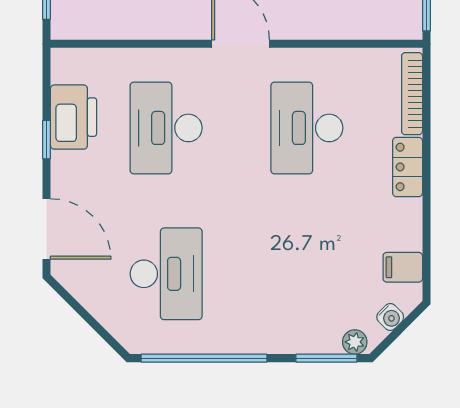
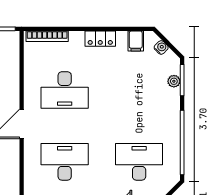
desk: (166, 128) -> (65, 162), turned 180
locker: (408, 167) -> (100, 39), moved
plant: (355, 342) -> (174, 81), moved

